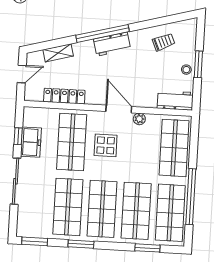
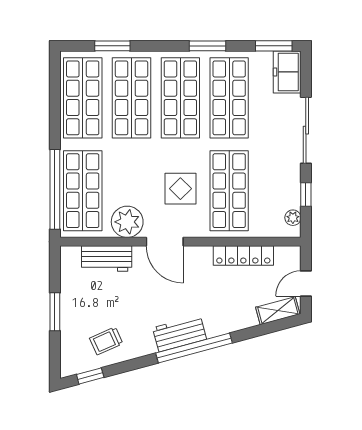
window: (176, 18) -> (90, 376), added
shelving: (58, 53) -> (278, 311), moved
stool: (186, 70) -> (72, 303), removed
workbench: (175, 100) -> (107, 259), moved
plant: (139, 119) -> (127, 222), width x1.88, depth x1.88
plant: (28, 121) -> (293, 218), added
freezer: (31, 142) -> (287, 72), moved
window: (191, 197) -> (55, 189), moved

